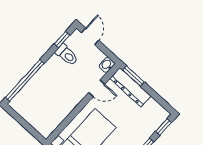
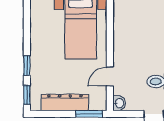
dresser: (130, 87) -> (65, 102), moved

